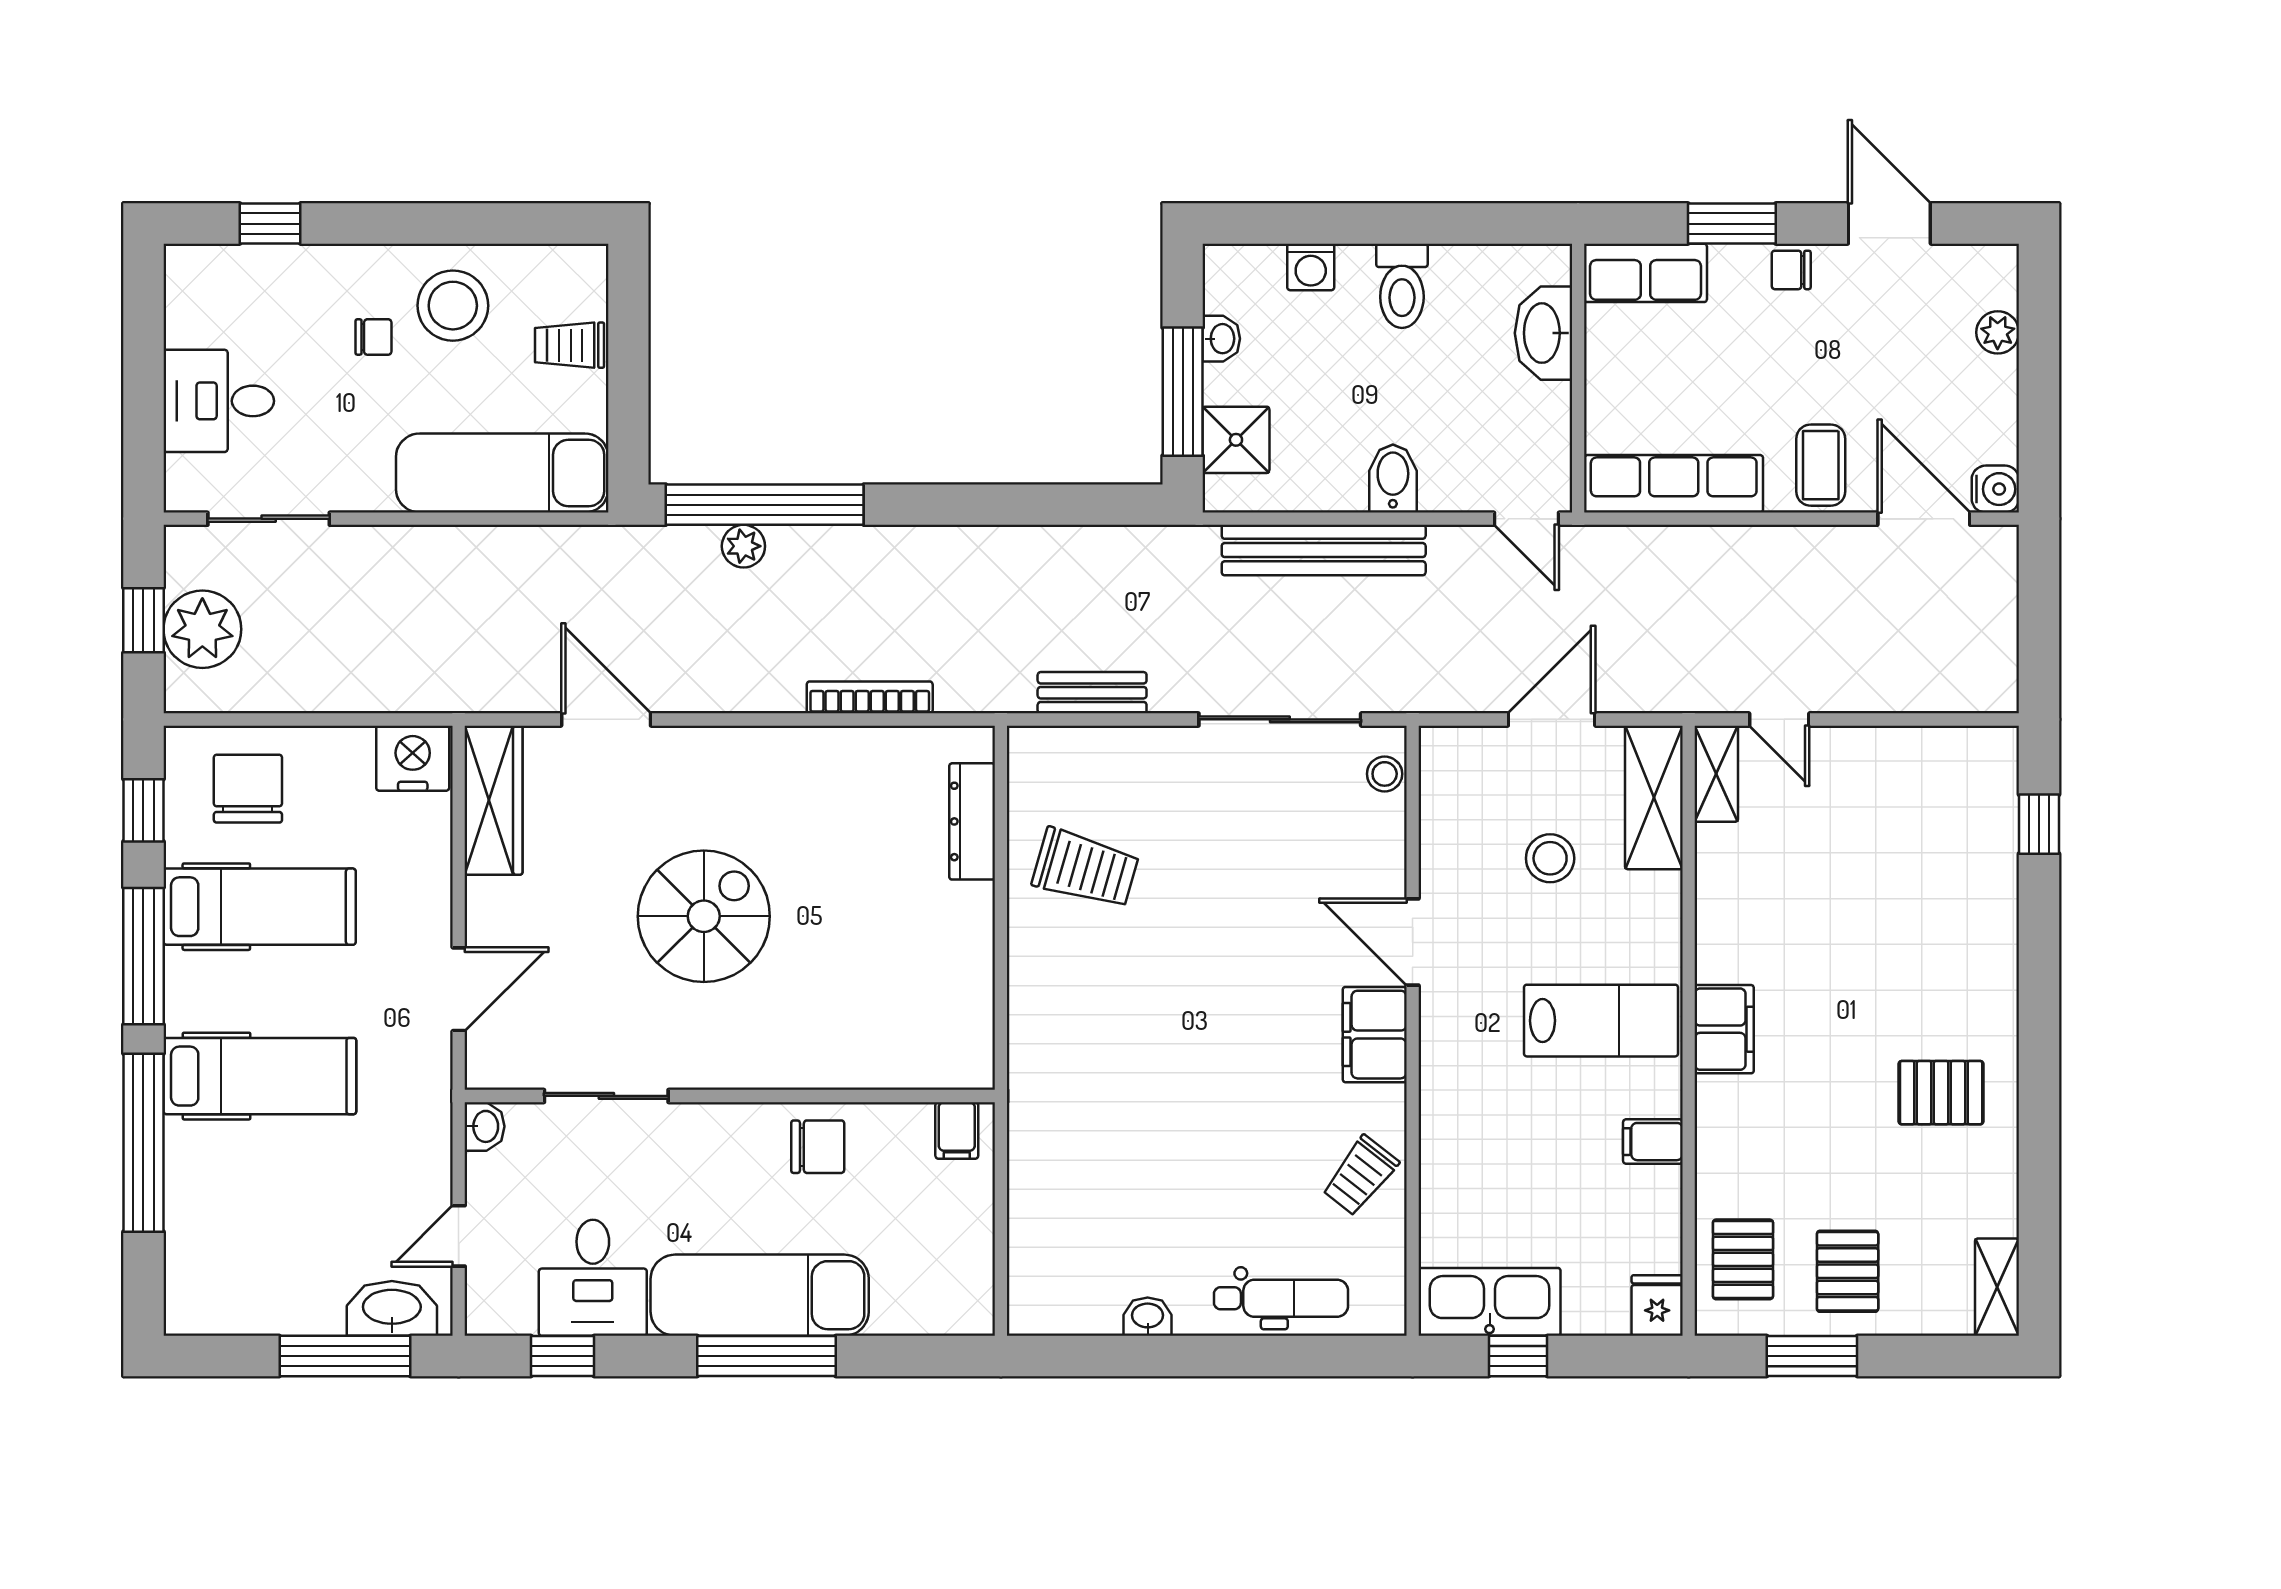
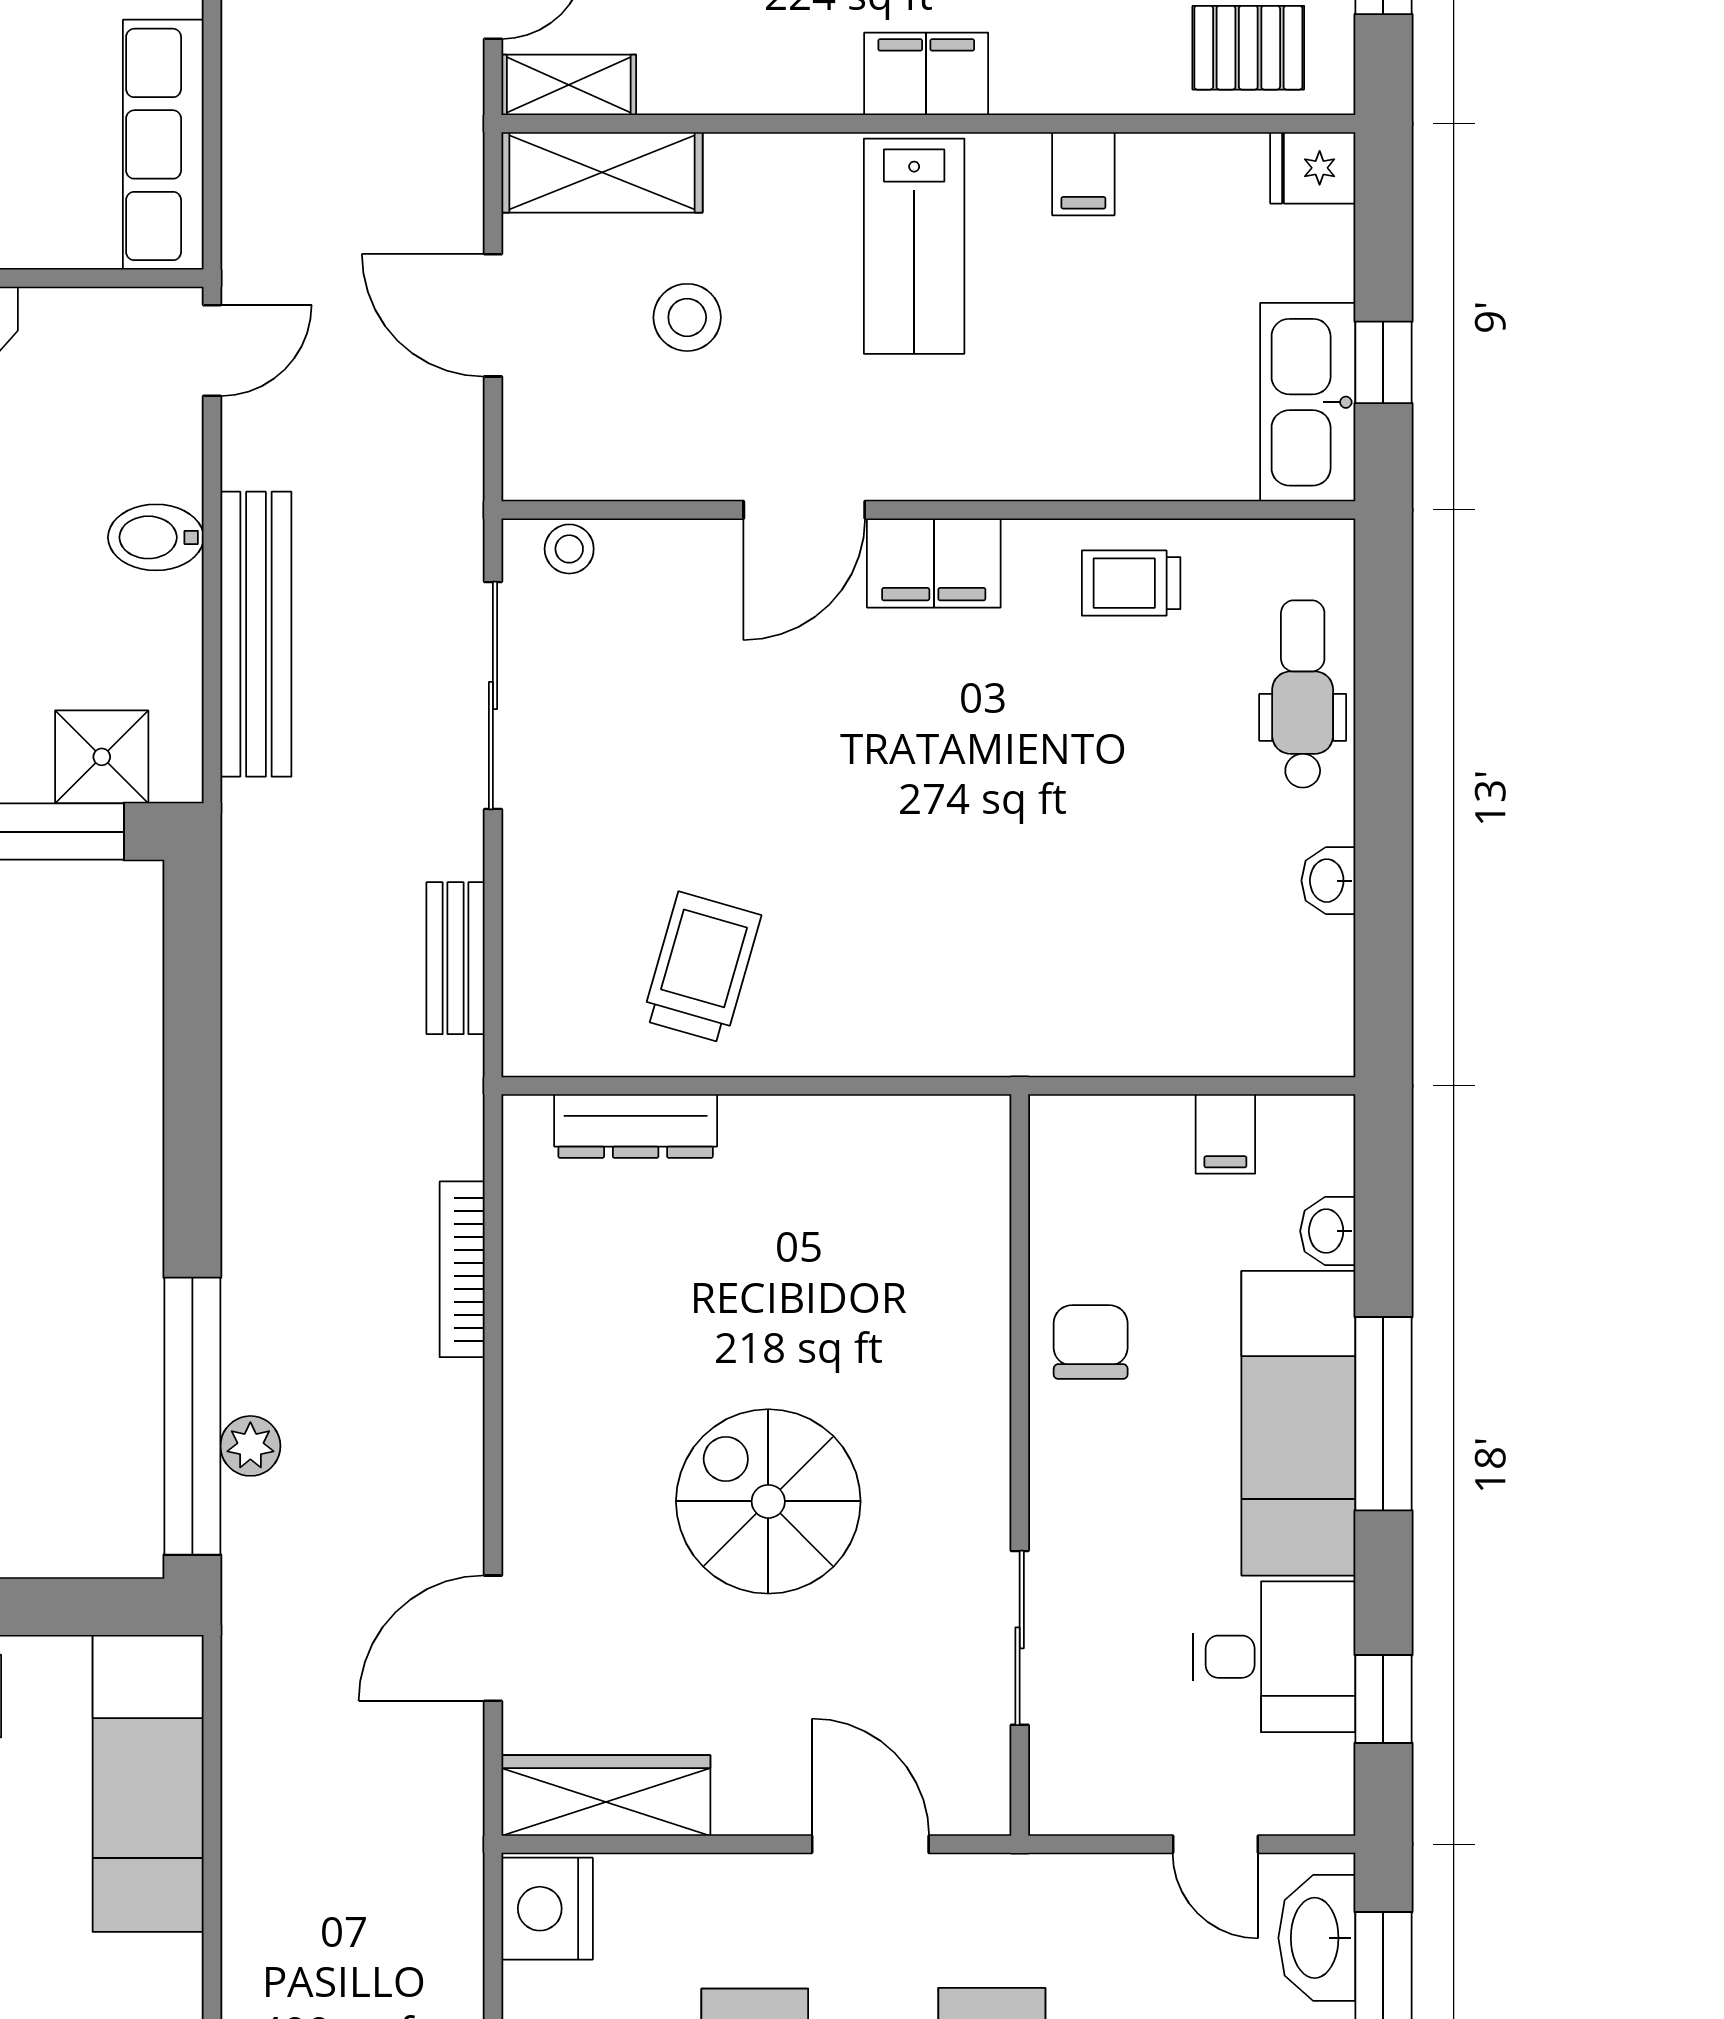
lab bench: (1601, 1021) -> (914, 246), turned 180
washbasin: (485, 1126) -> (1328, 1231), moved, turned -90
filing cabinet: (957, 1130) -> (1225, 1134), moved, turned 90
trolley: (1360, 1176) -> (1131, 583), turned 142

